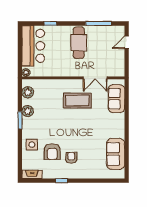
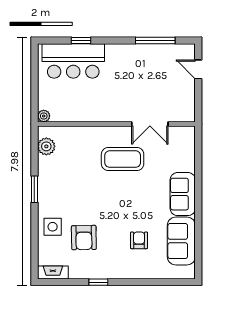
door: (127, 42) -> (198, 69), hinge flipped
cafe table: (79, 43) -> (125, 70), removed
bar counter: (33, 46) -> (73, 61), moved, turned 90
sofa: (116, 99) -> (183, 194), moved
plant: (28, 111) -> (46, 175), removed
armchair: (71, 158) -> (139, 240), moved

